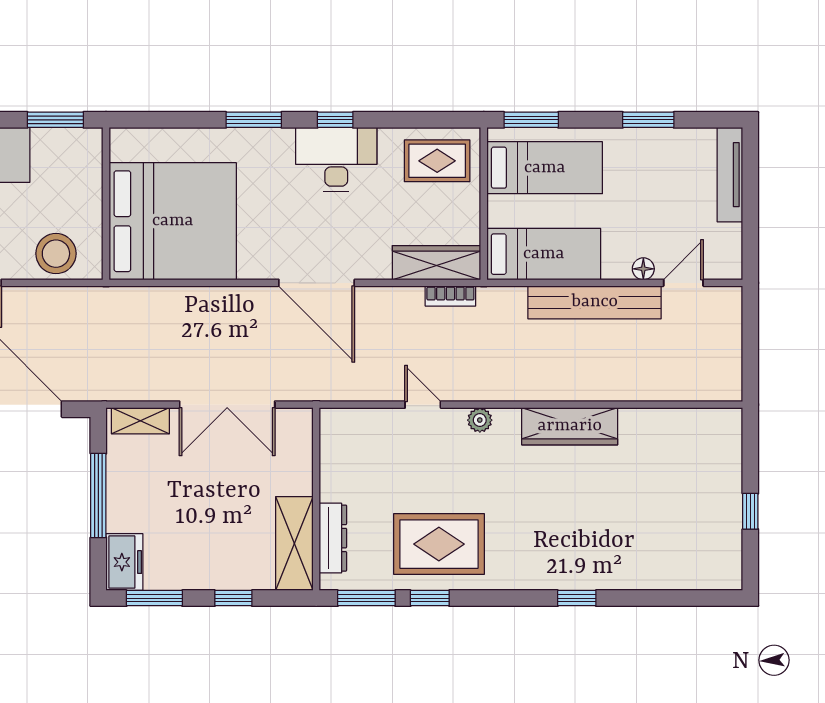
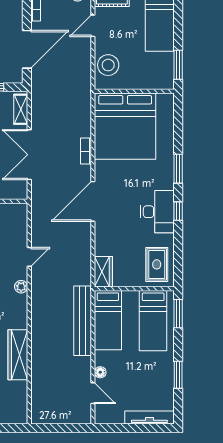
wardrobe: (437, 263) -> (103, 272), width x0.67
bookcase: (450, 296) -> (86, 151), moved
bench: (595, 302) -> (83, 321), moved
wardrobe: (570, 426) -> (18, 355), moved

